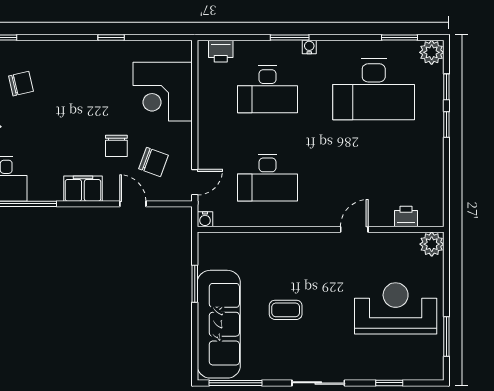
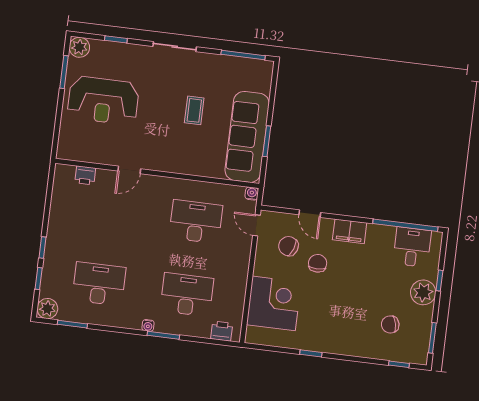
desk: (374, 89) -> (99, 284), width x0.73, depth x0.77
door: (195, 182) -> (256, 225), hinge flipped
plant: (432, 244) -> (79, 47), moved
coffee table: (286, 310) -> (194, 110), turned 90
sofa: (219, 324) -> (247, 137), moved

